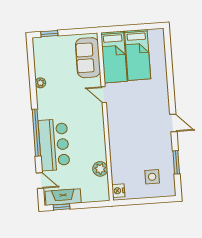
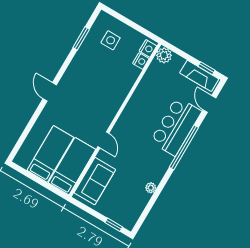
door: (173, 123) -> (50, 92), moved
plant: (100, 169) -> (164, 55), moved
nightstand: (117, 177) -> (141, 61), added

